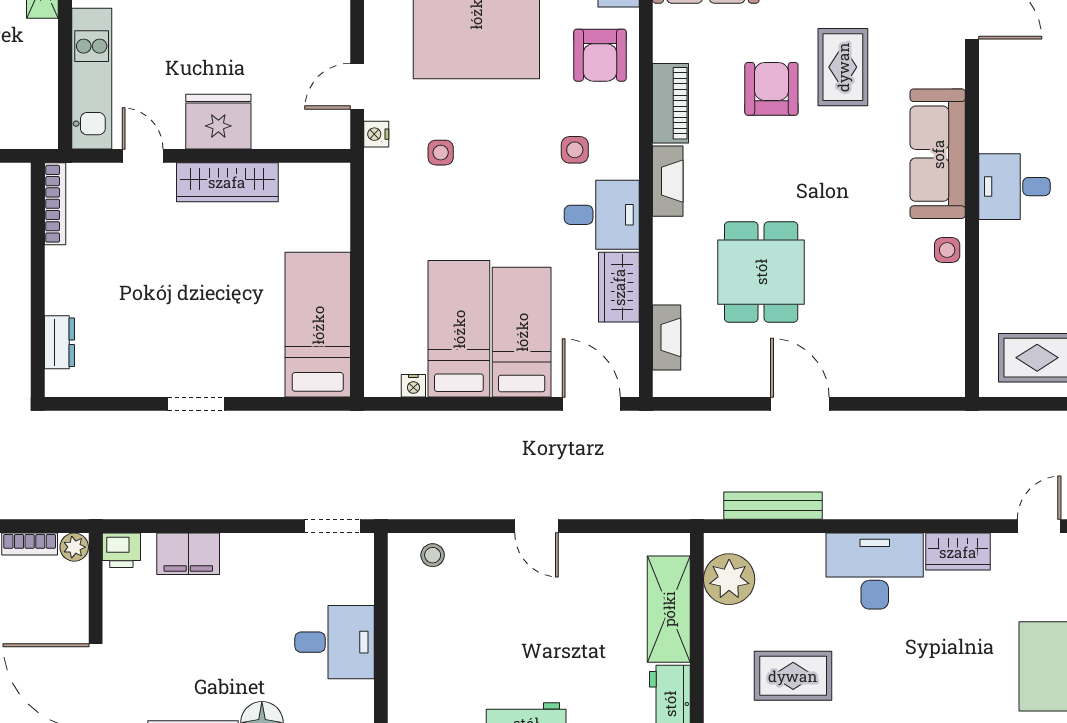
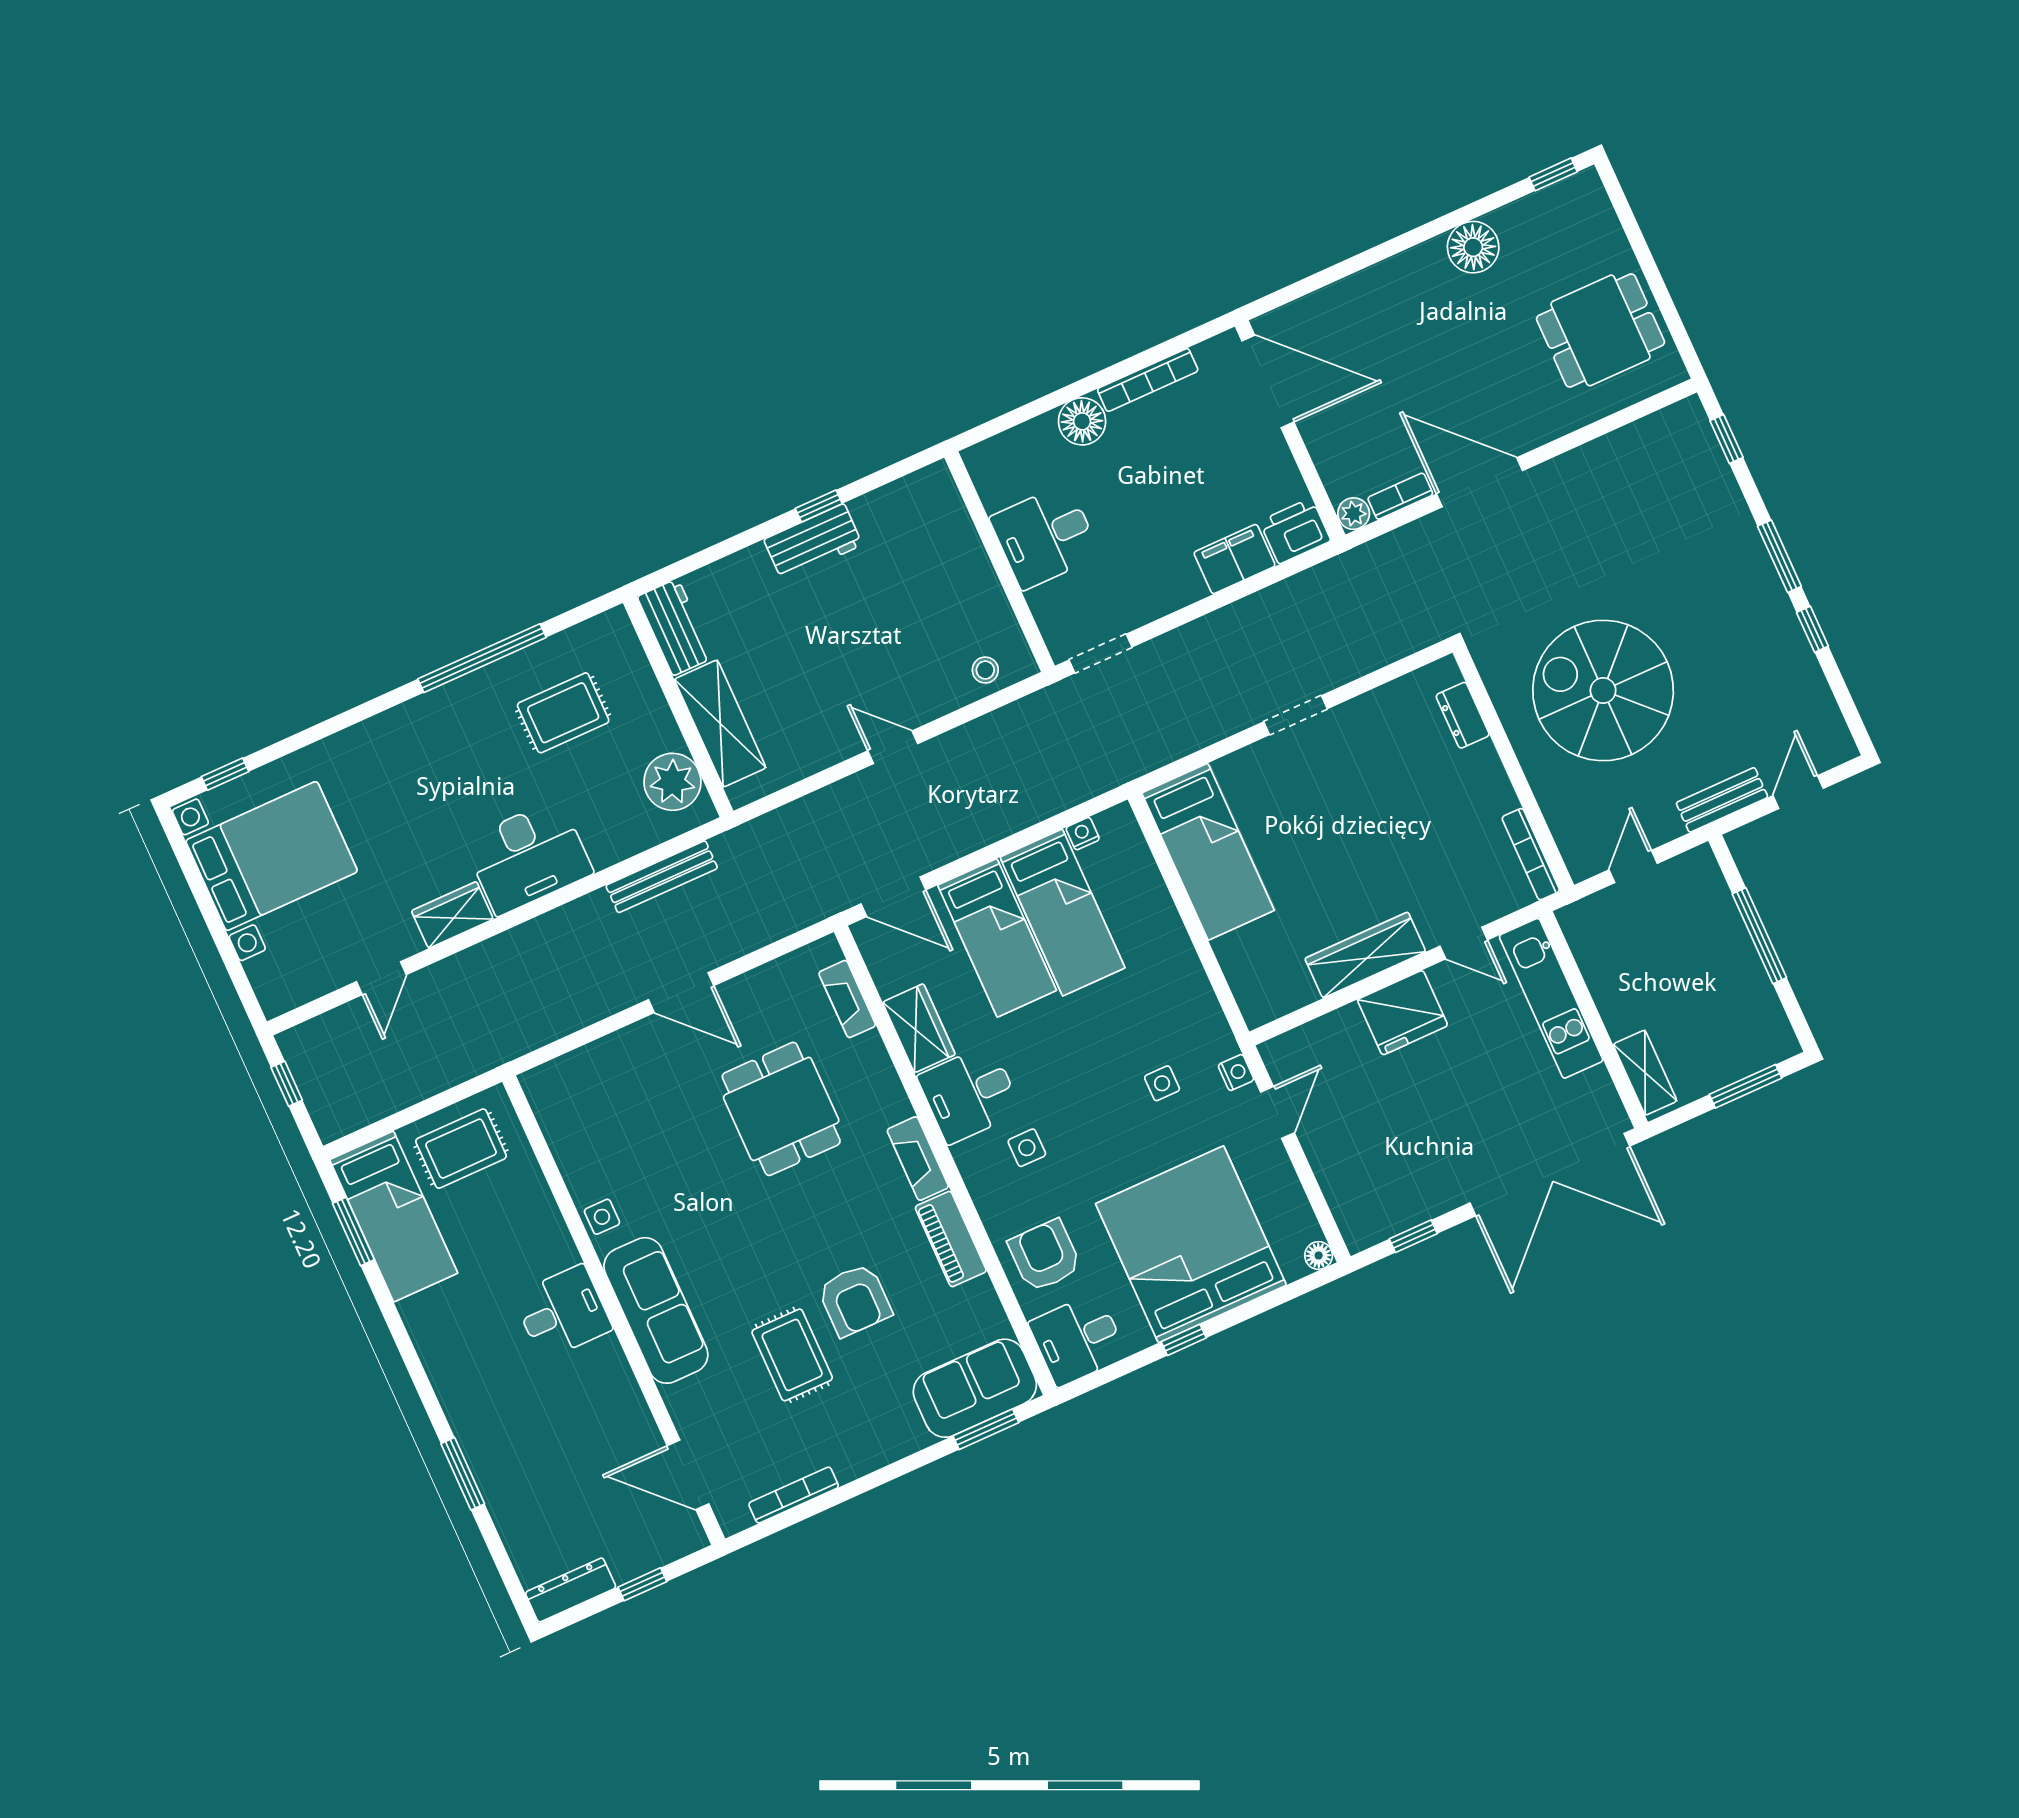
printer: (121, 550) -> (1295, 531), width x1.36, depth x1.24

